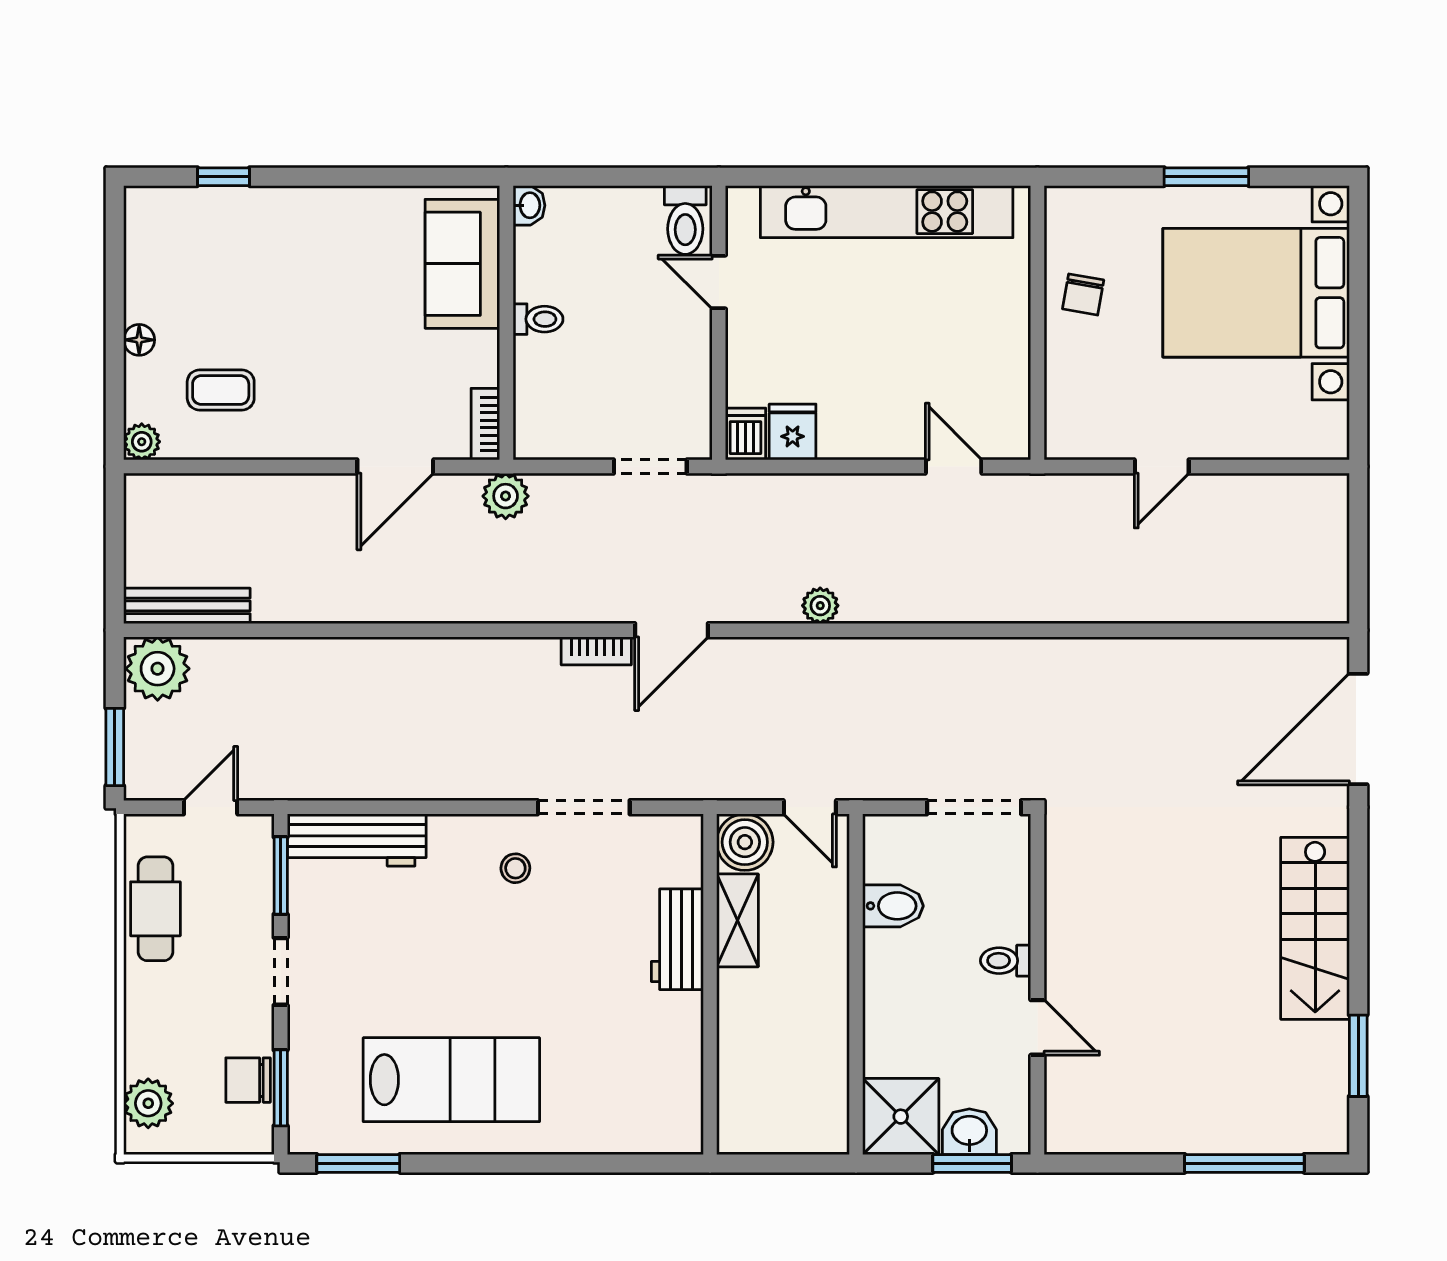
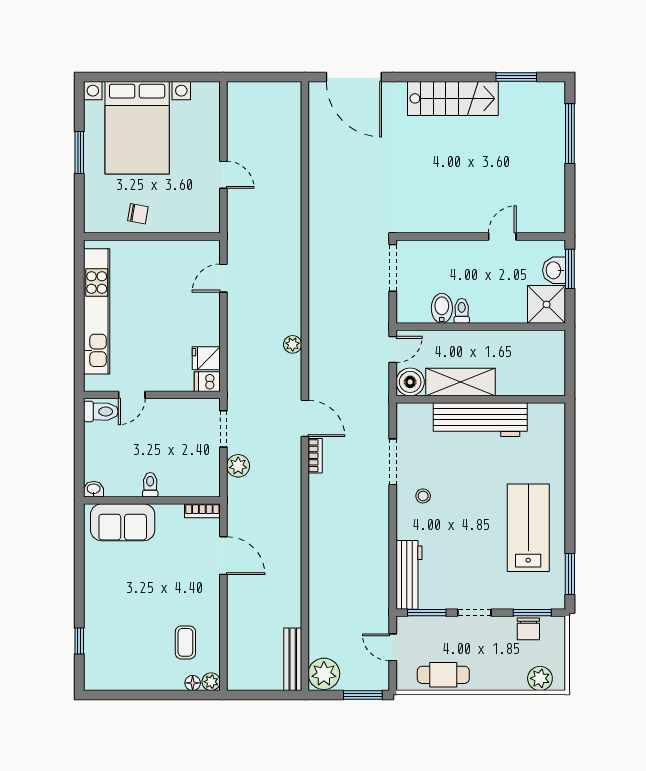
floor lamp: (139, 340) -> (193, 683), moved
plant: (506, 496) -> (238, 466), moved
shelving: (737, 920) -> (461, 382), width x1.50, depth x1.33
workbench: (677, 939) -> (480, 420), width x1.88, depth x1.32
toilet: (1006, 961) -> (462, 311), moved, turned 180

